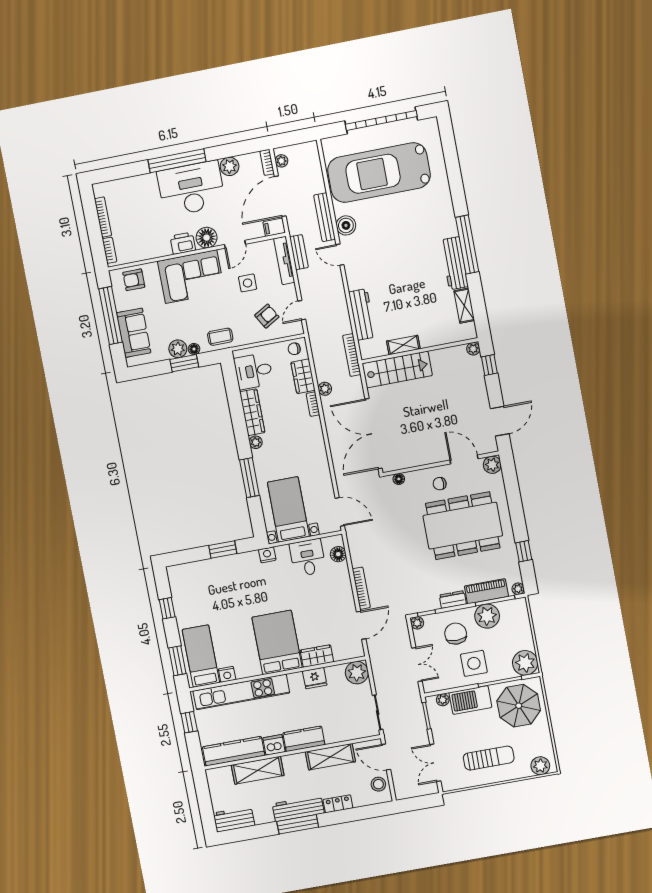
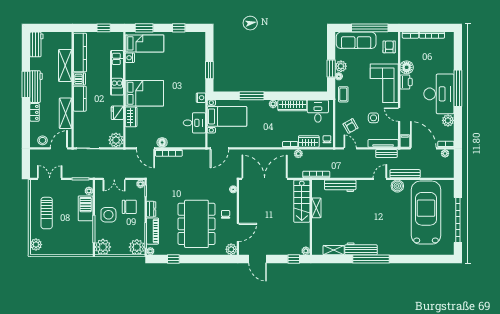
floor lamp: (207, 238) -> (407, 67), moved
sofa: (134, 333) -> (356, 40), width x1.36
floor lamp: (338, 554) -> (162, 142), moved
plant: (487, 616) -> (137, 247), moved
kitchen unit: (241, 692) -> (117, 73), width x0.73
parasol: (519, 706) -> (76, 238), removed

